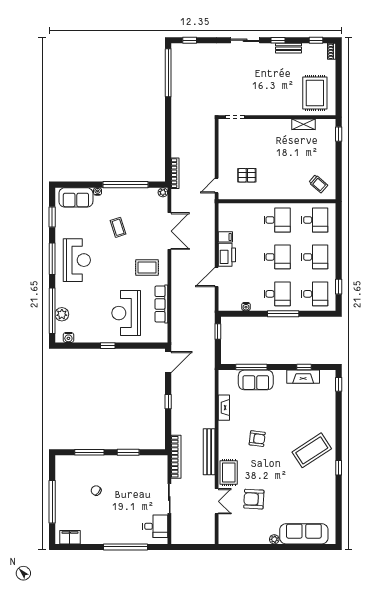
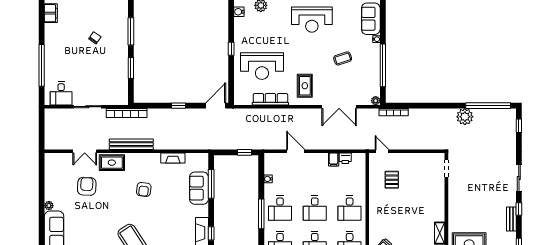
plant: (180, 98) -> (465, 117), added
printer: (227, 255) -> (345, 158), moved, width x0.53, depth x0.68
reception desk: (126, 313) -> (262, 66), turned 180
door: (168, 362) -> (216, 106), swing flipped

